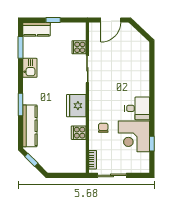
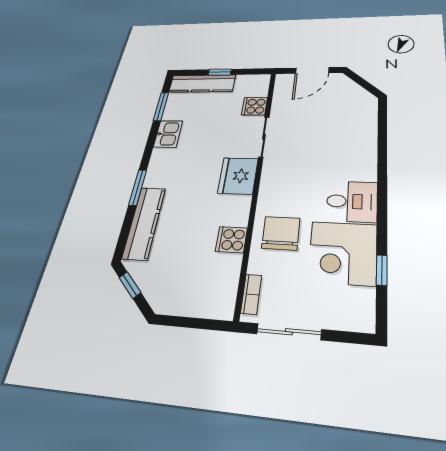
kitchen counter: (36, 29) -> (202, 83), width x1.50
fridge: (76, 106) -> (238, 176), moved
chair: (103, 128) -> (281, 233), width x1.87, depth x1.87

